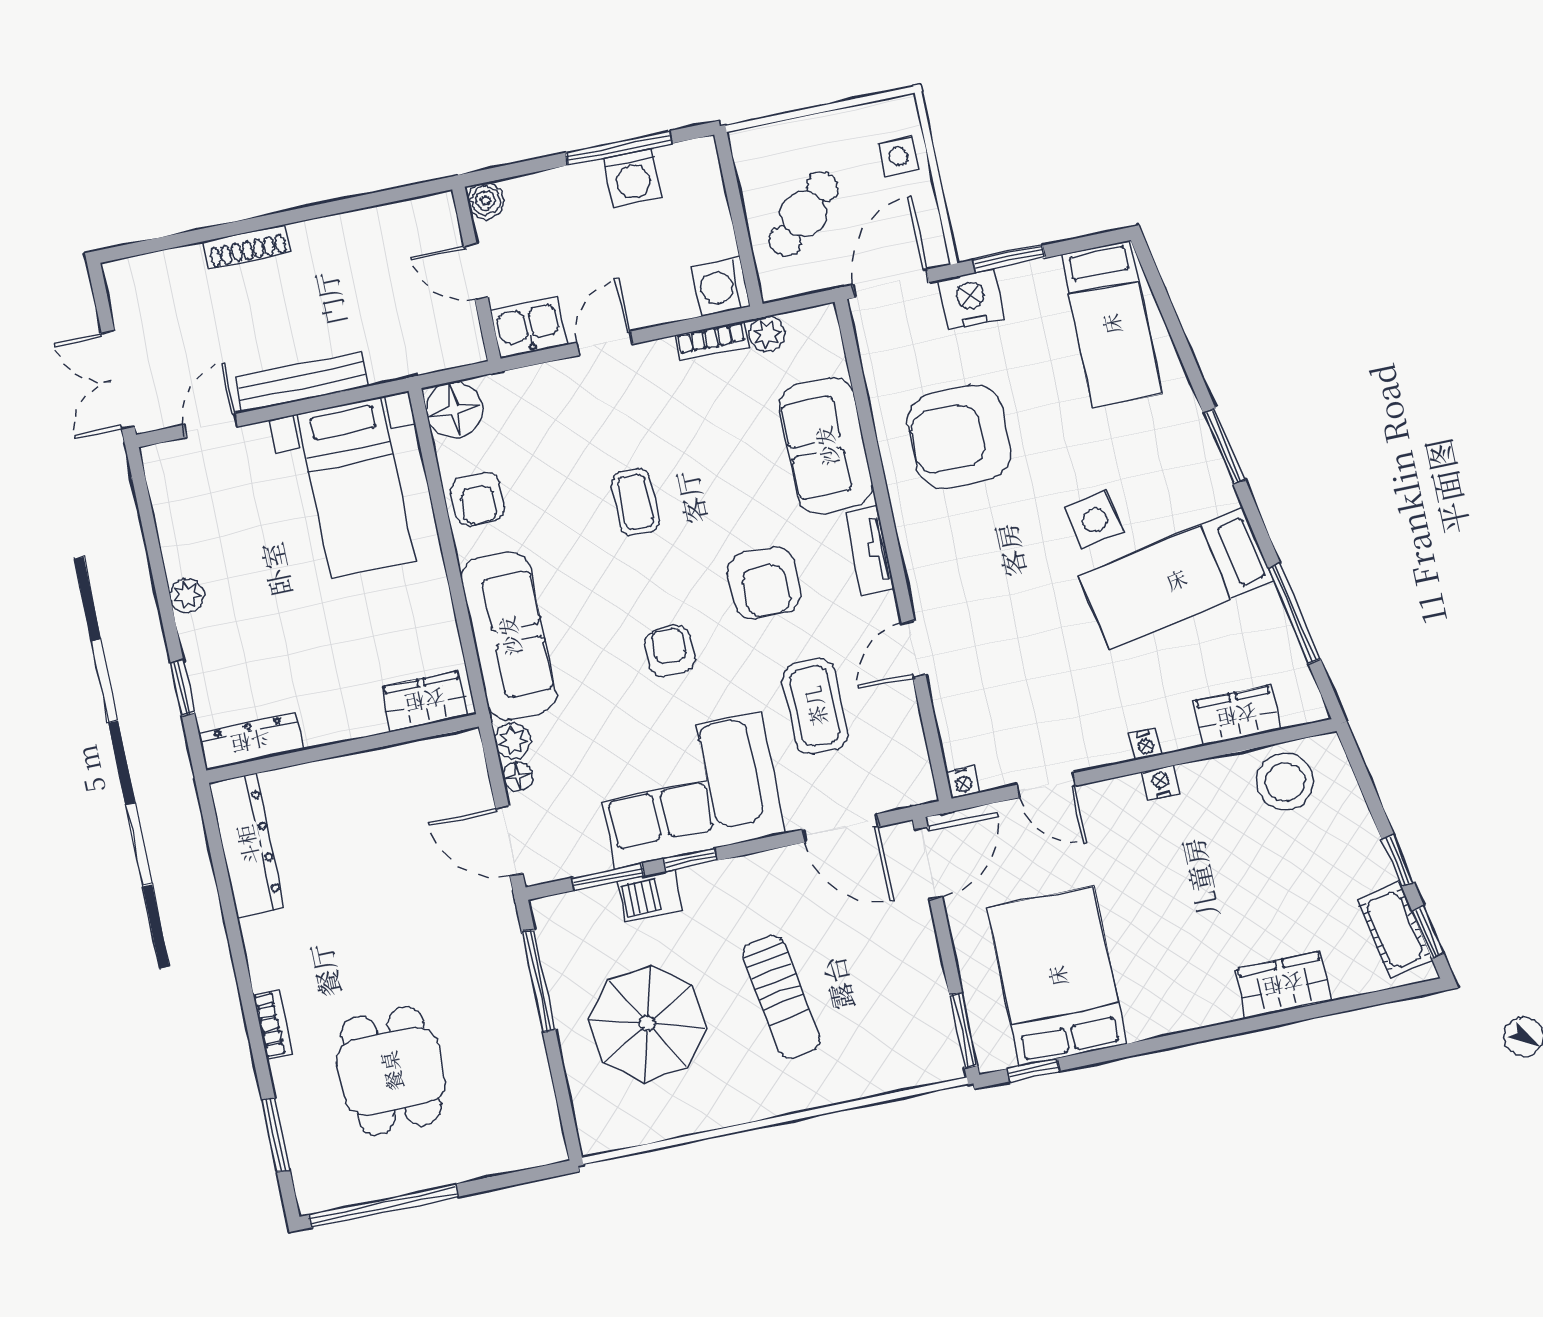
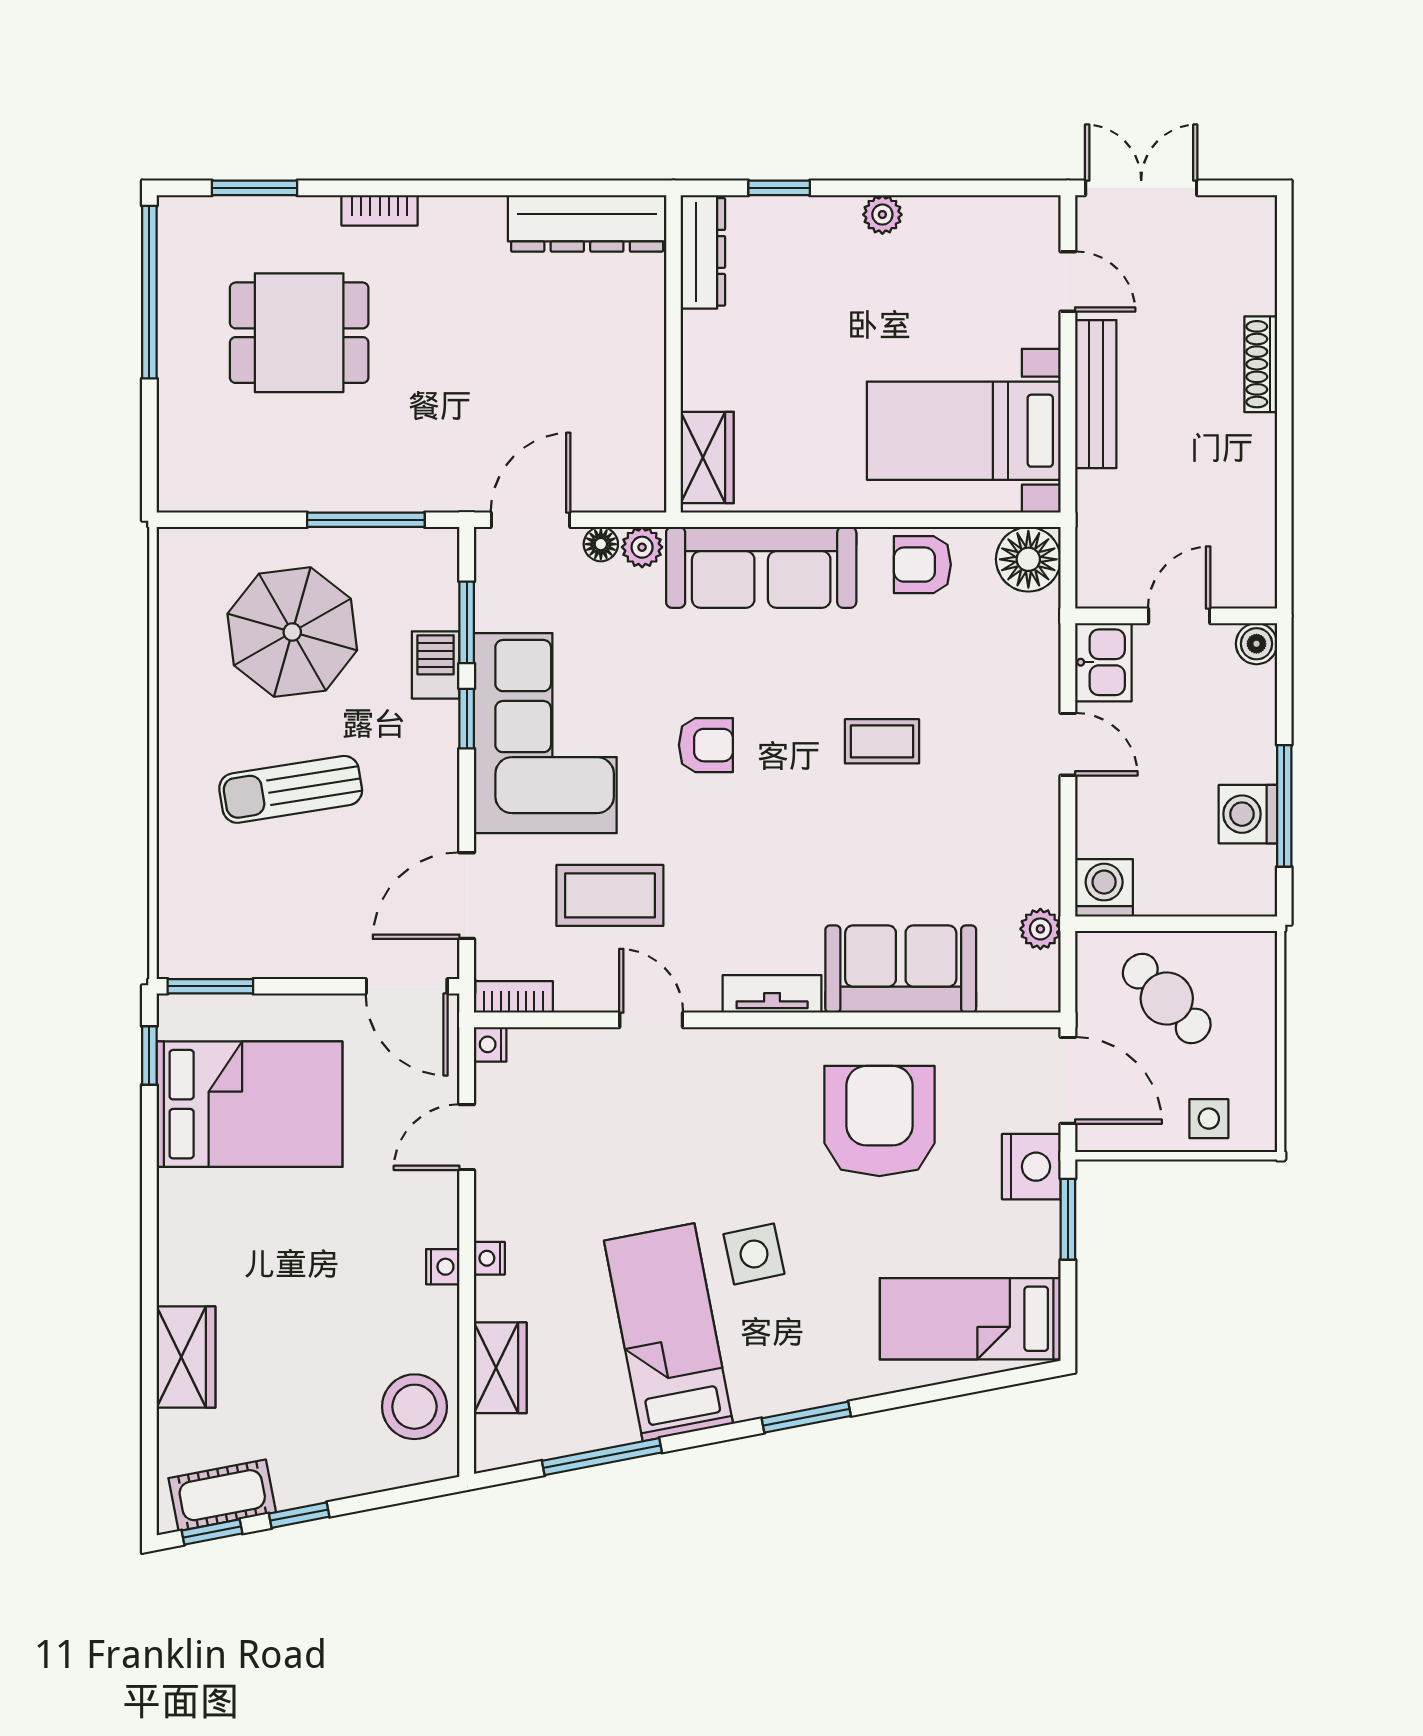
bookcase: (712, 341) -> (513, 997), moved, turned 90
armchair: (764, 583) -> (761, 867), removed

